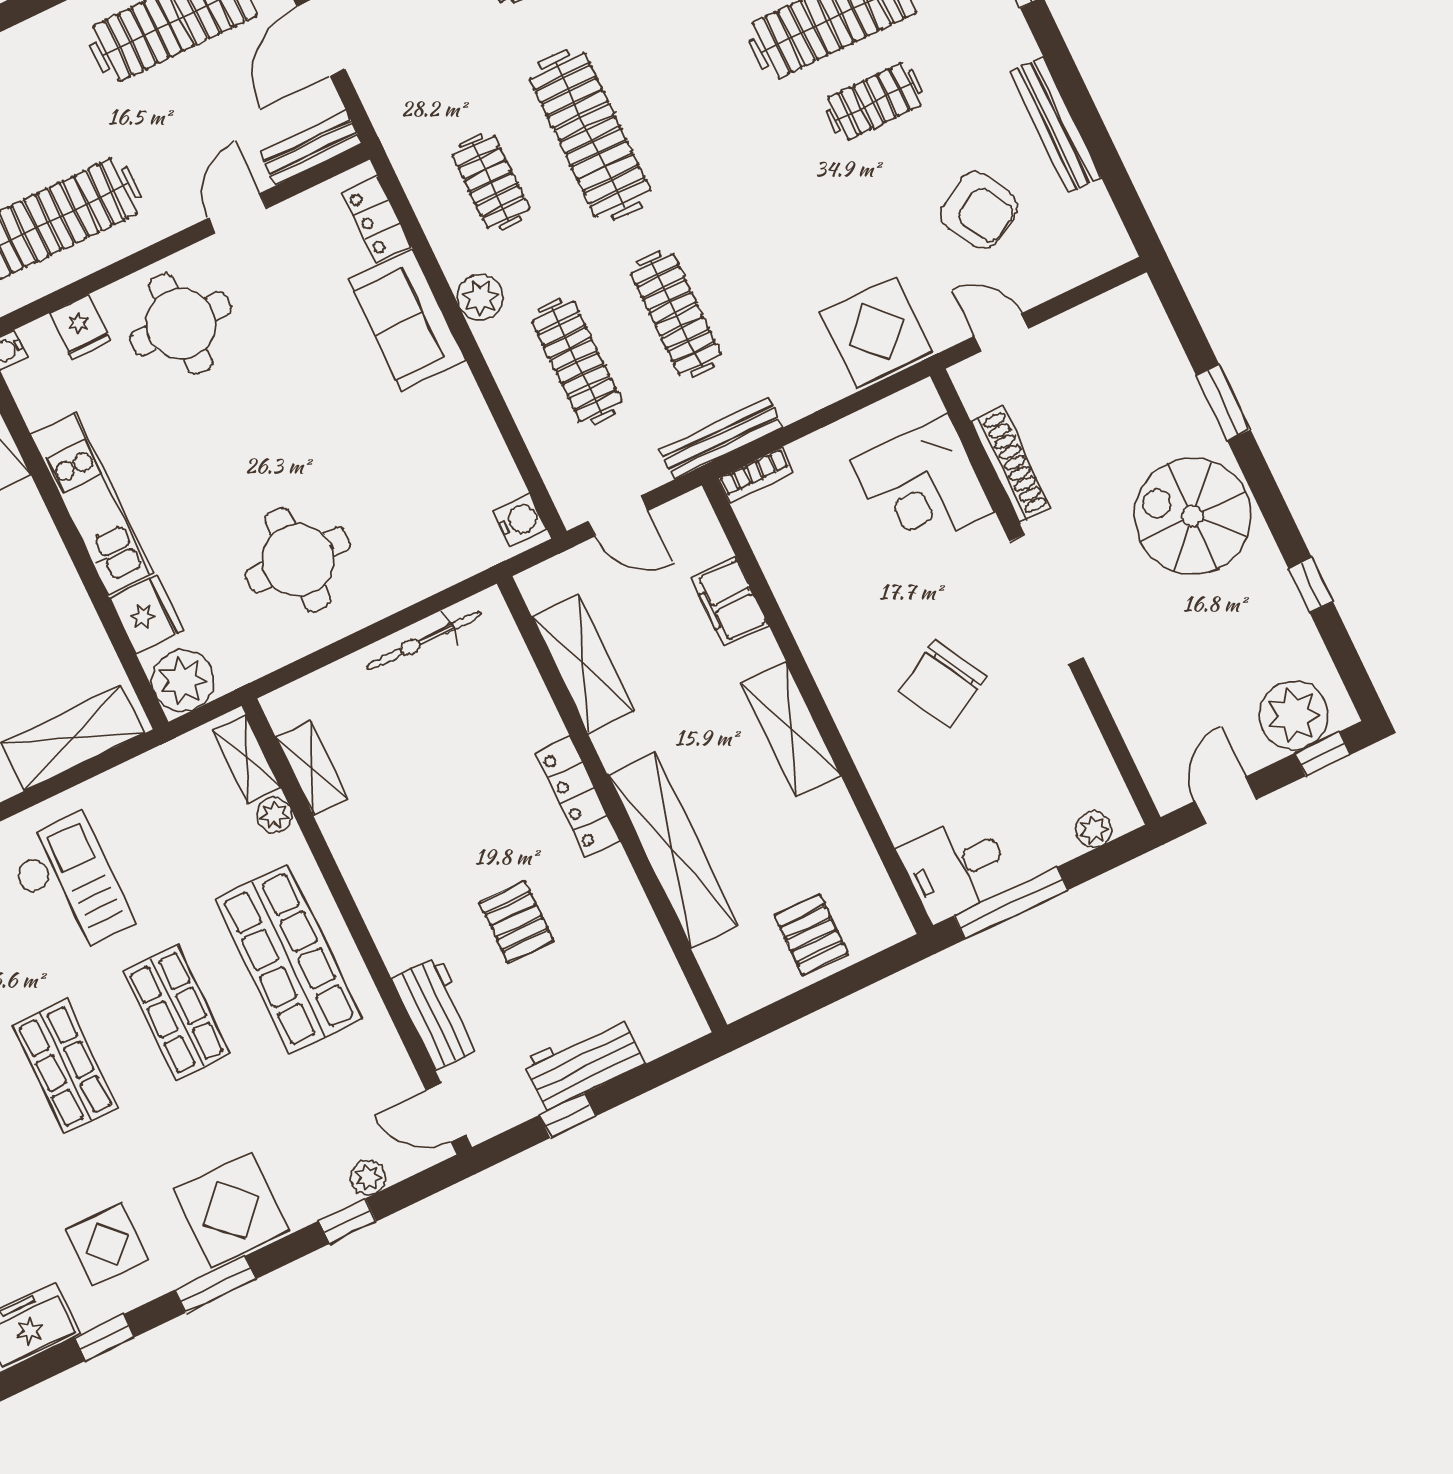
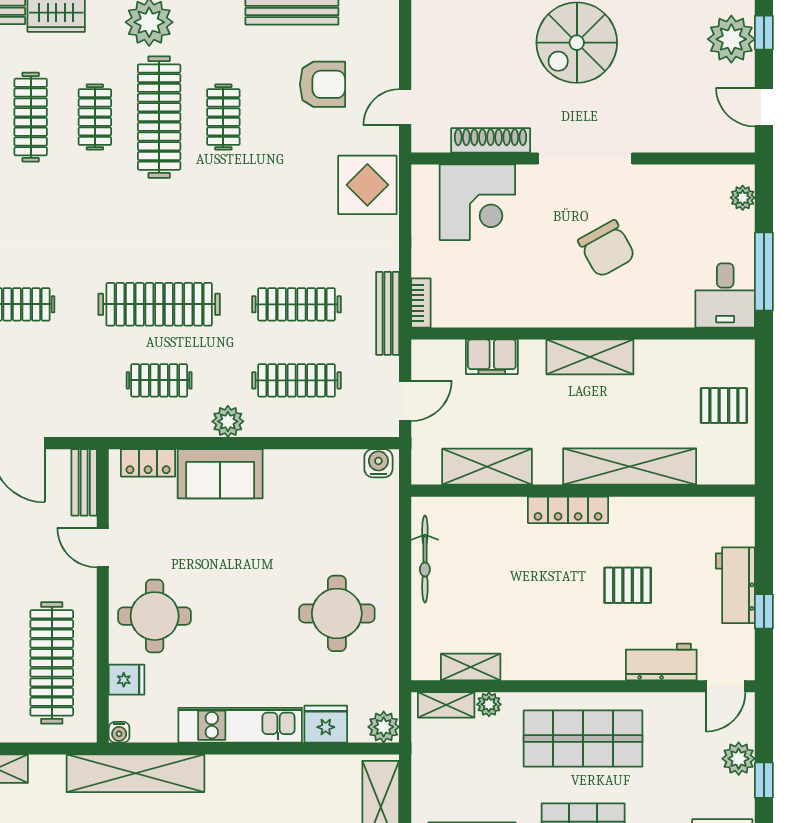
armchair: (979, 210) -> (322, 84), turned 30
plant: (183, 681) -> (384, 727), width x0.73, depth x0.73
plant: (368, 1178) -> (739, 759), width x1.38, depth x1.38

